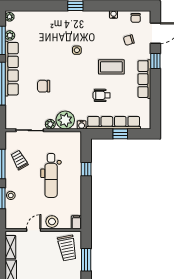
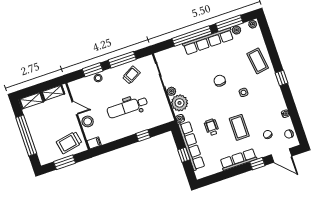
coffee table: (49, 25) -> (258, 61), added
chair: (44, 86) -> (220, 81), moved

